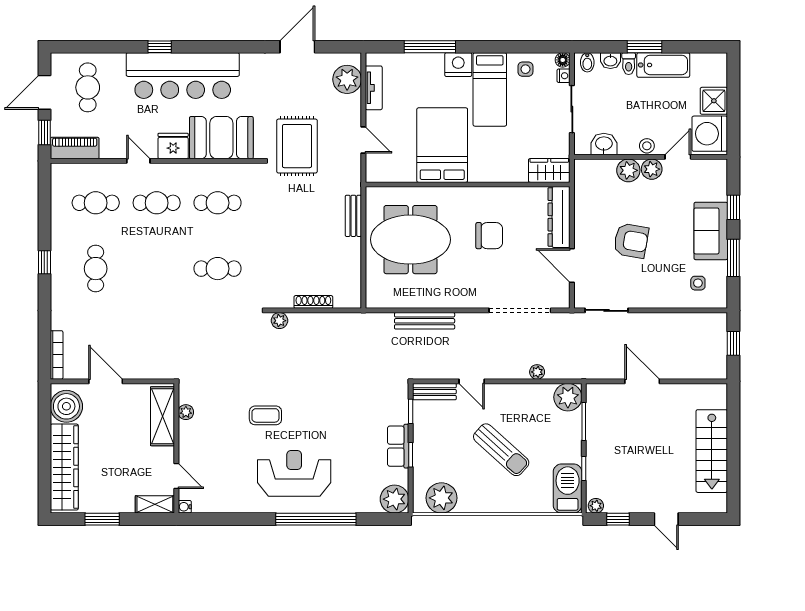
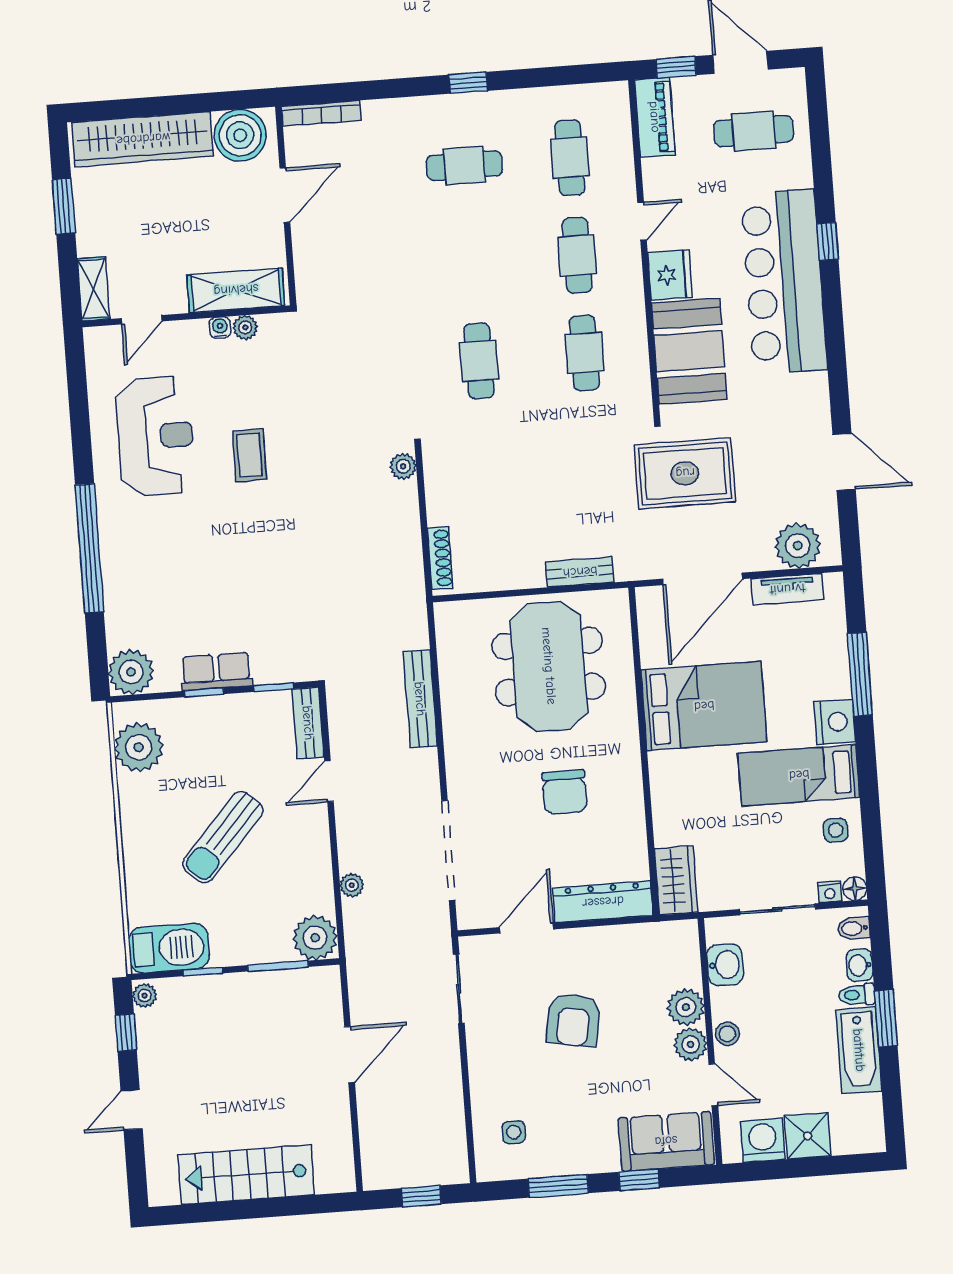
washing machine: (710, 134) -> (763, 1140), width x0.73, depth x0.73
door: (363, 140) -> (703, 579), width x1.87
sofa: (711, 231) -> (666, 1141), moved
shoe rack: (313, 302) -> (440, 558), moved
reception desk: (294, 473) -> (155, 436), moved
water cooler: (185, 507) -> (220, 327), moved

